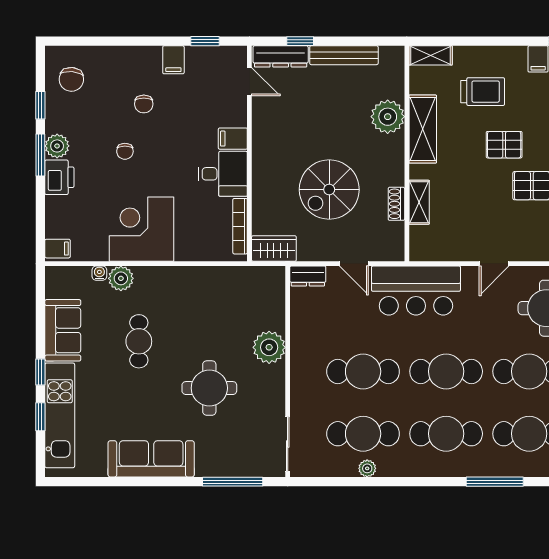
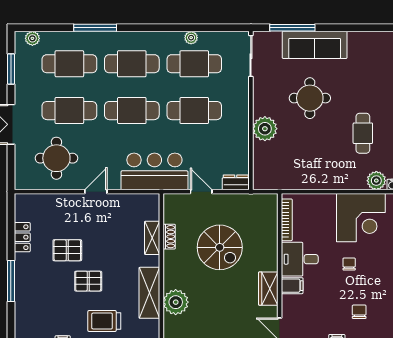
chair: (125, 151) -> (349, 264), moved
spiral stairs: (329, 190) -> (220, 247), turned 90
wardrobe: (274, 248) -> (268, 289), moved, turned 90
sofa: (151, 459) -> (315, 45), moved

